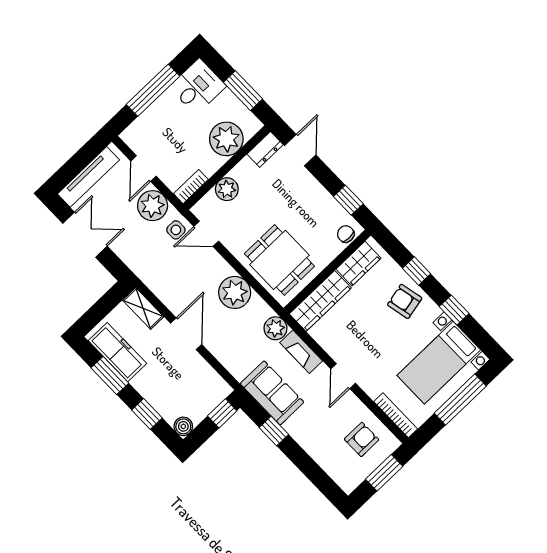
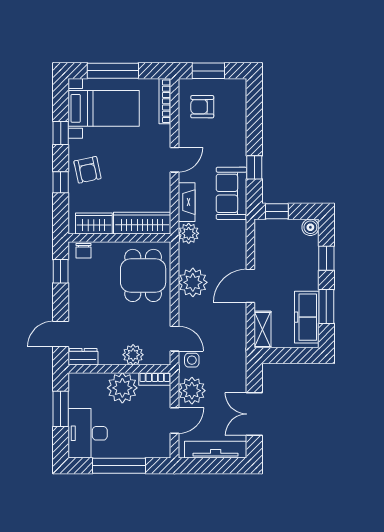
desk: (198, 87) -> (88, 433), width x1.37
plant: (226, 139) -> (122, 388), moved

